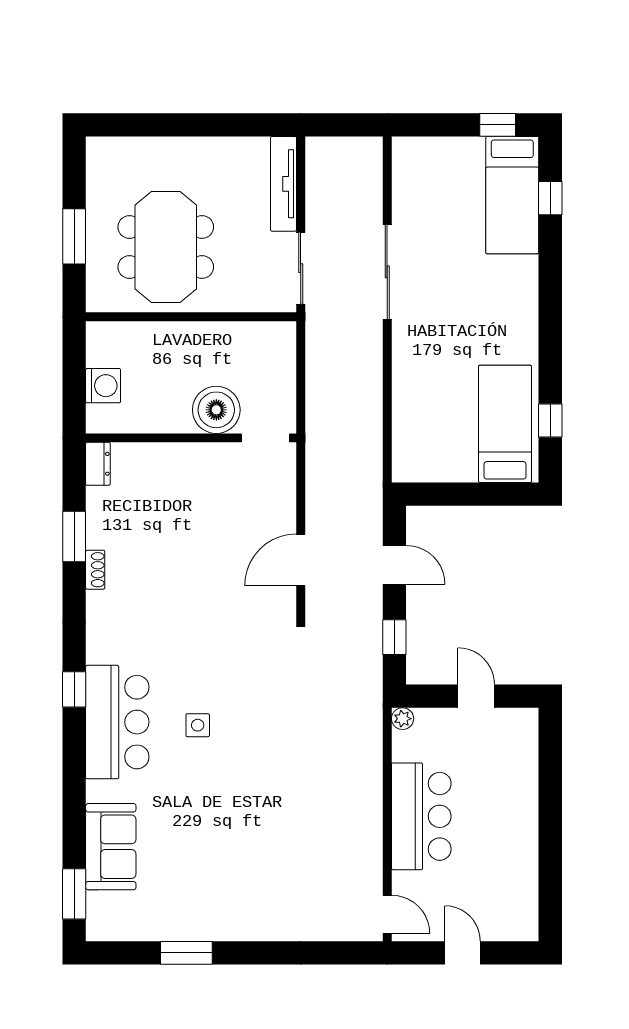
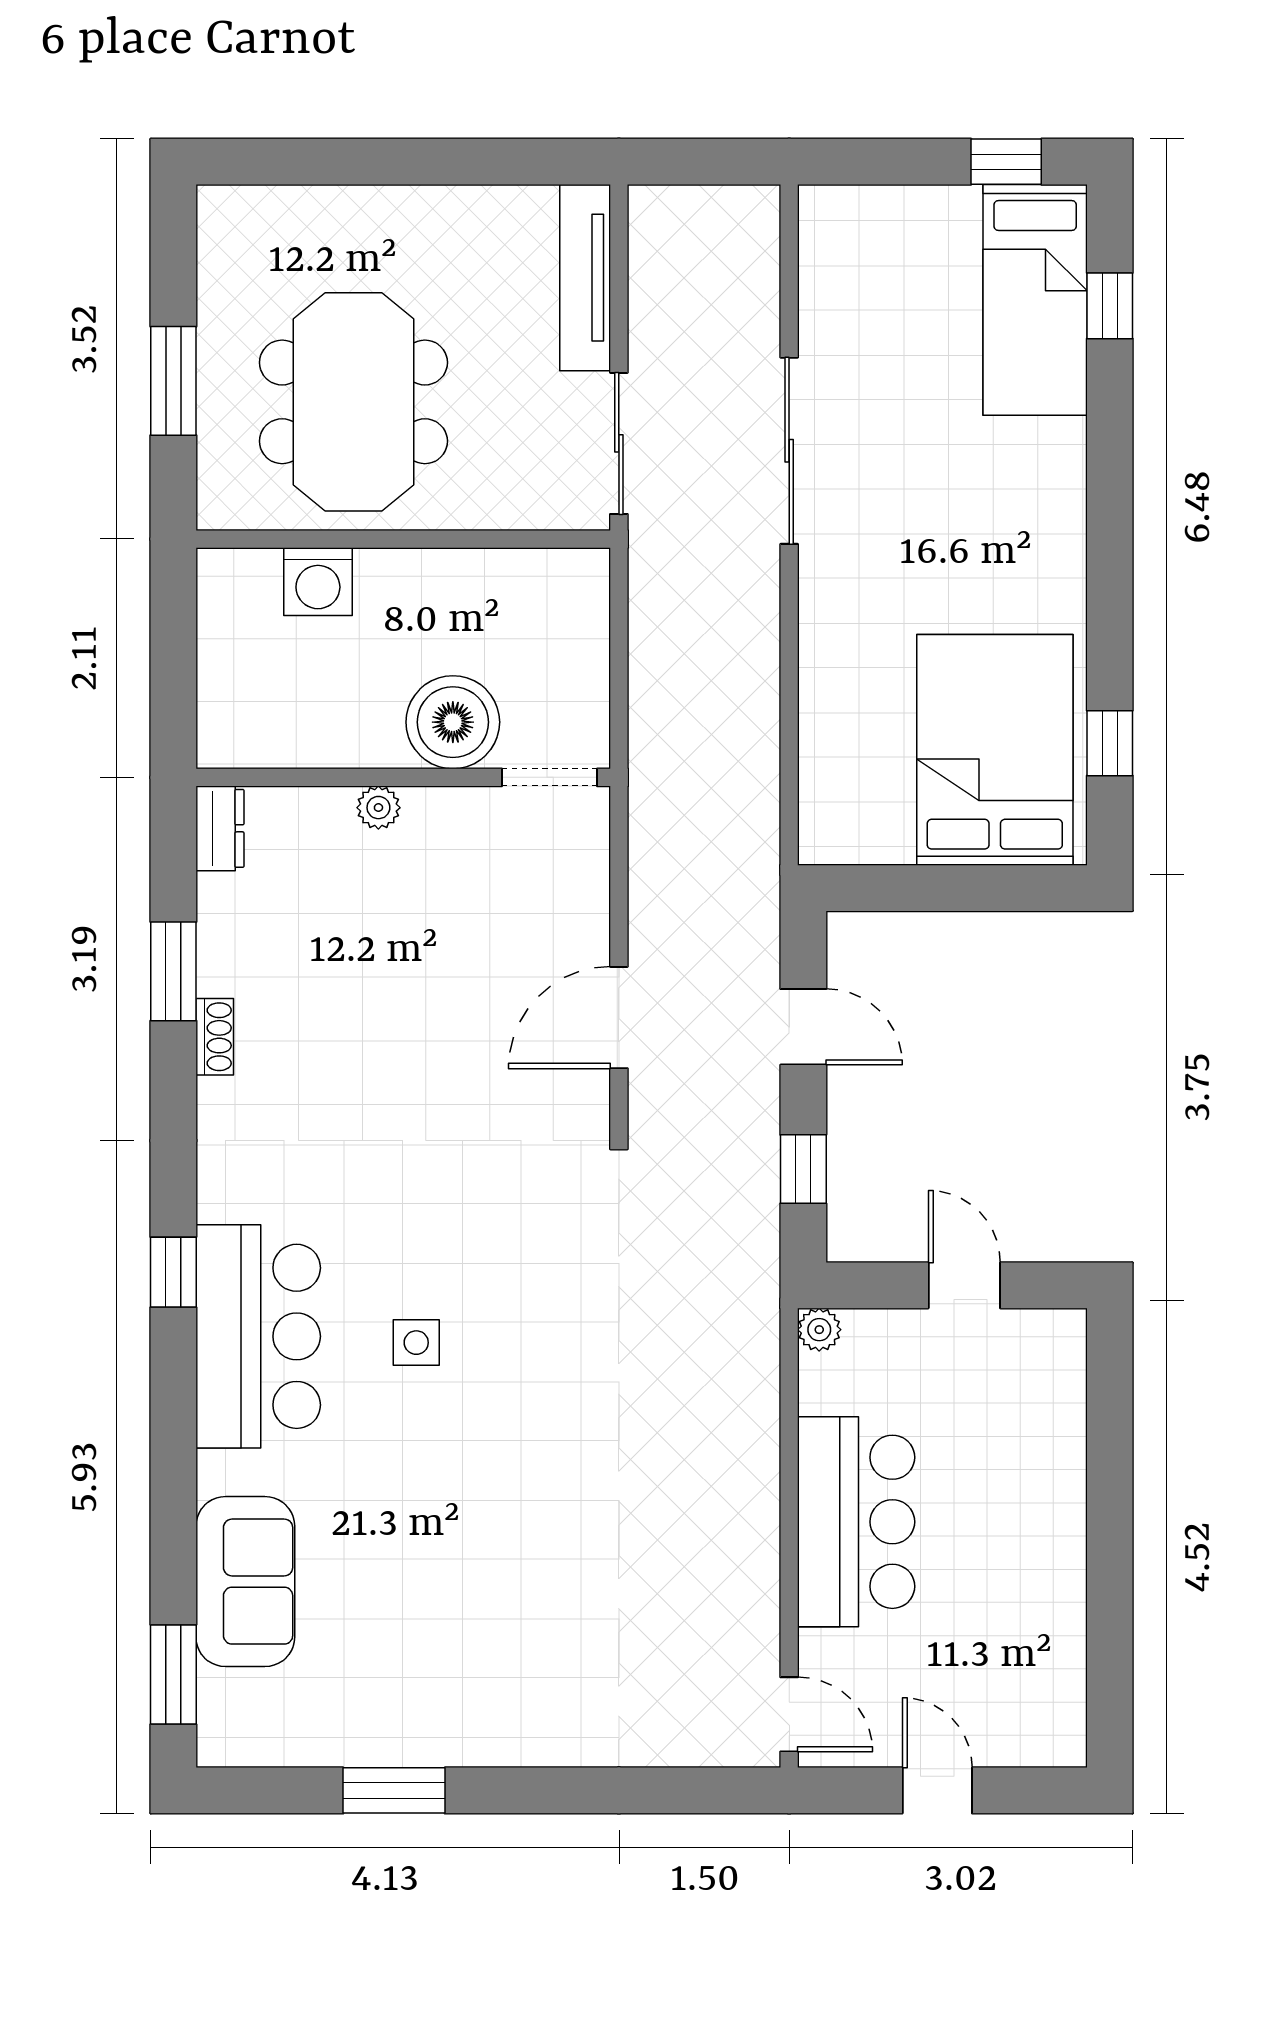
washing machine: (103, 386) -> (318, 582), moved, turned 90
bed: (505, 424) -> (995, 750), width x1.50
plant: (178, 453) -> (378, 808), added

